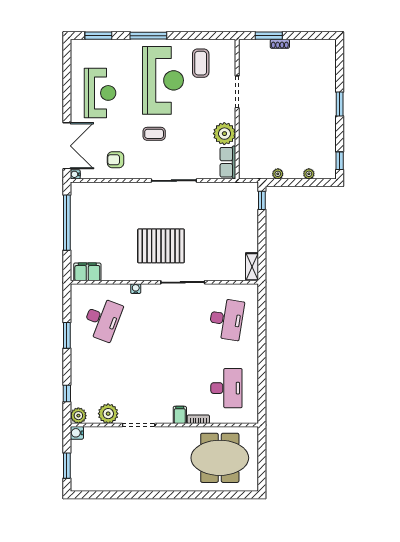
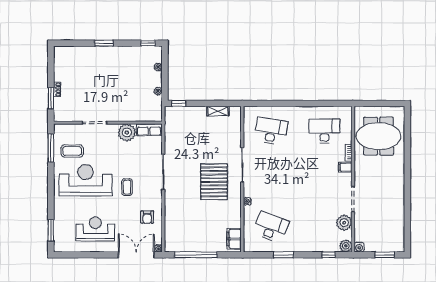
window: (148, 36) -> (51, 148), moved
shelving: (252, 267) -> (218, 111), moved
meeting table: (220, 458) -> (379, 136), turned 90

